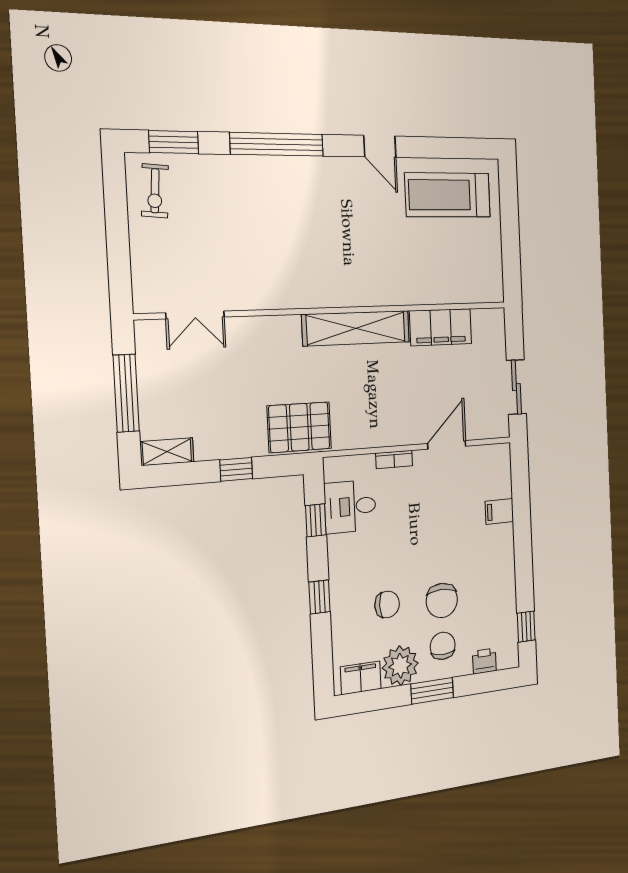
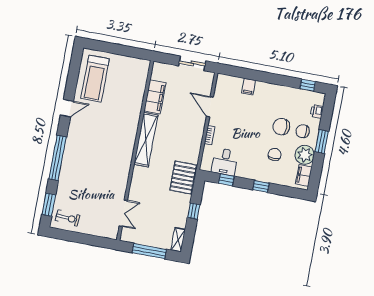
chair: (442, 600) -> (281, 127), turned 180

